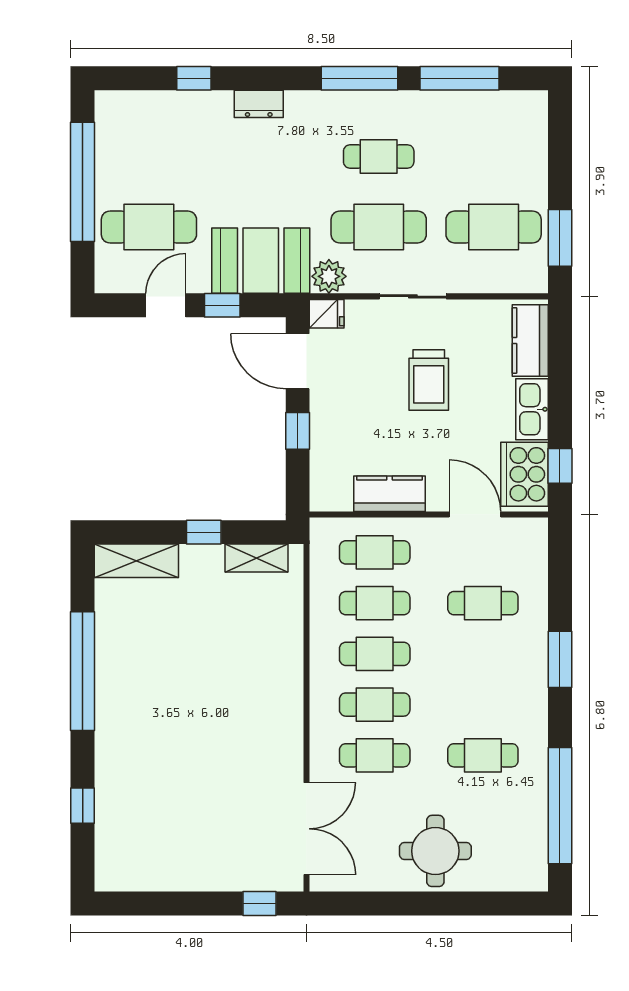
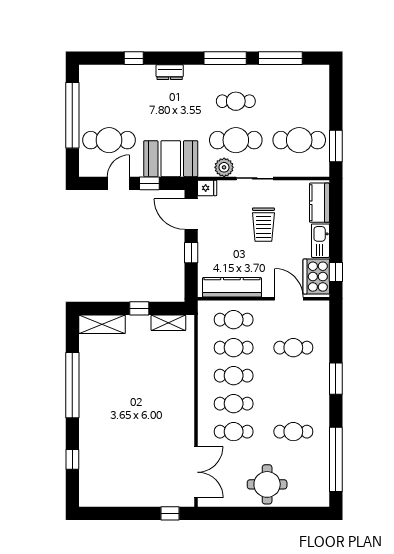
plant: (329, 276) -> (224, 167), moved
kitchen counter: (390, 494) -> (232, 287), width x1.50

